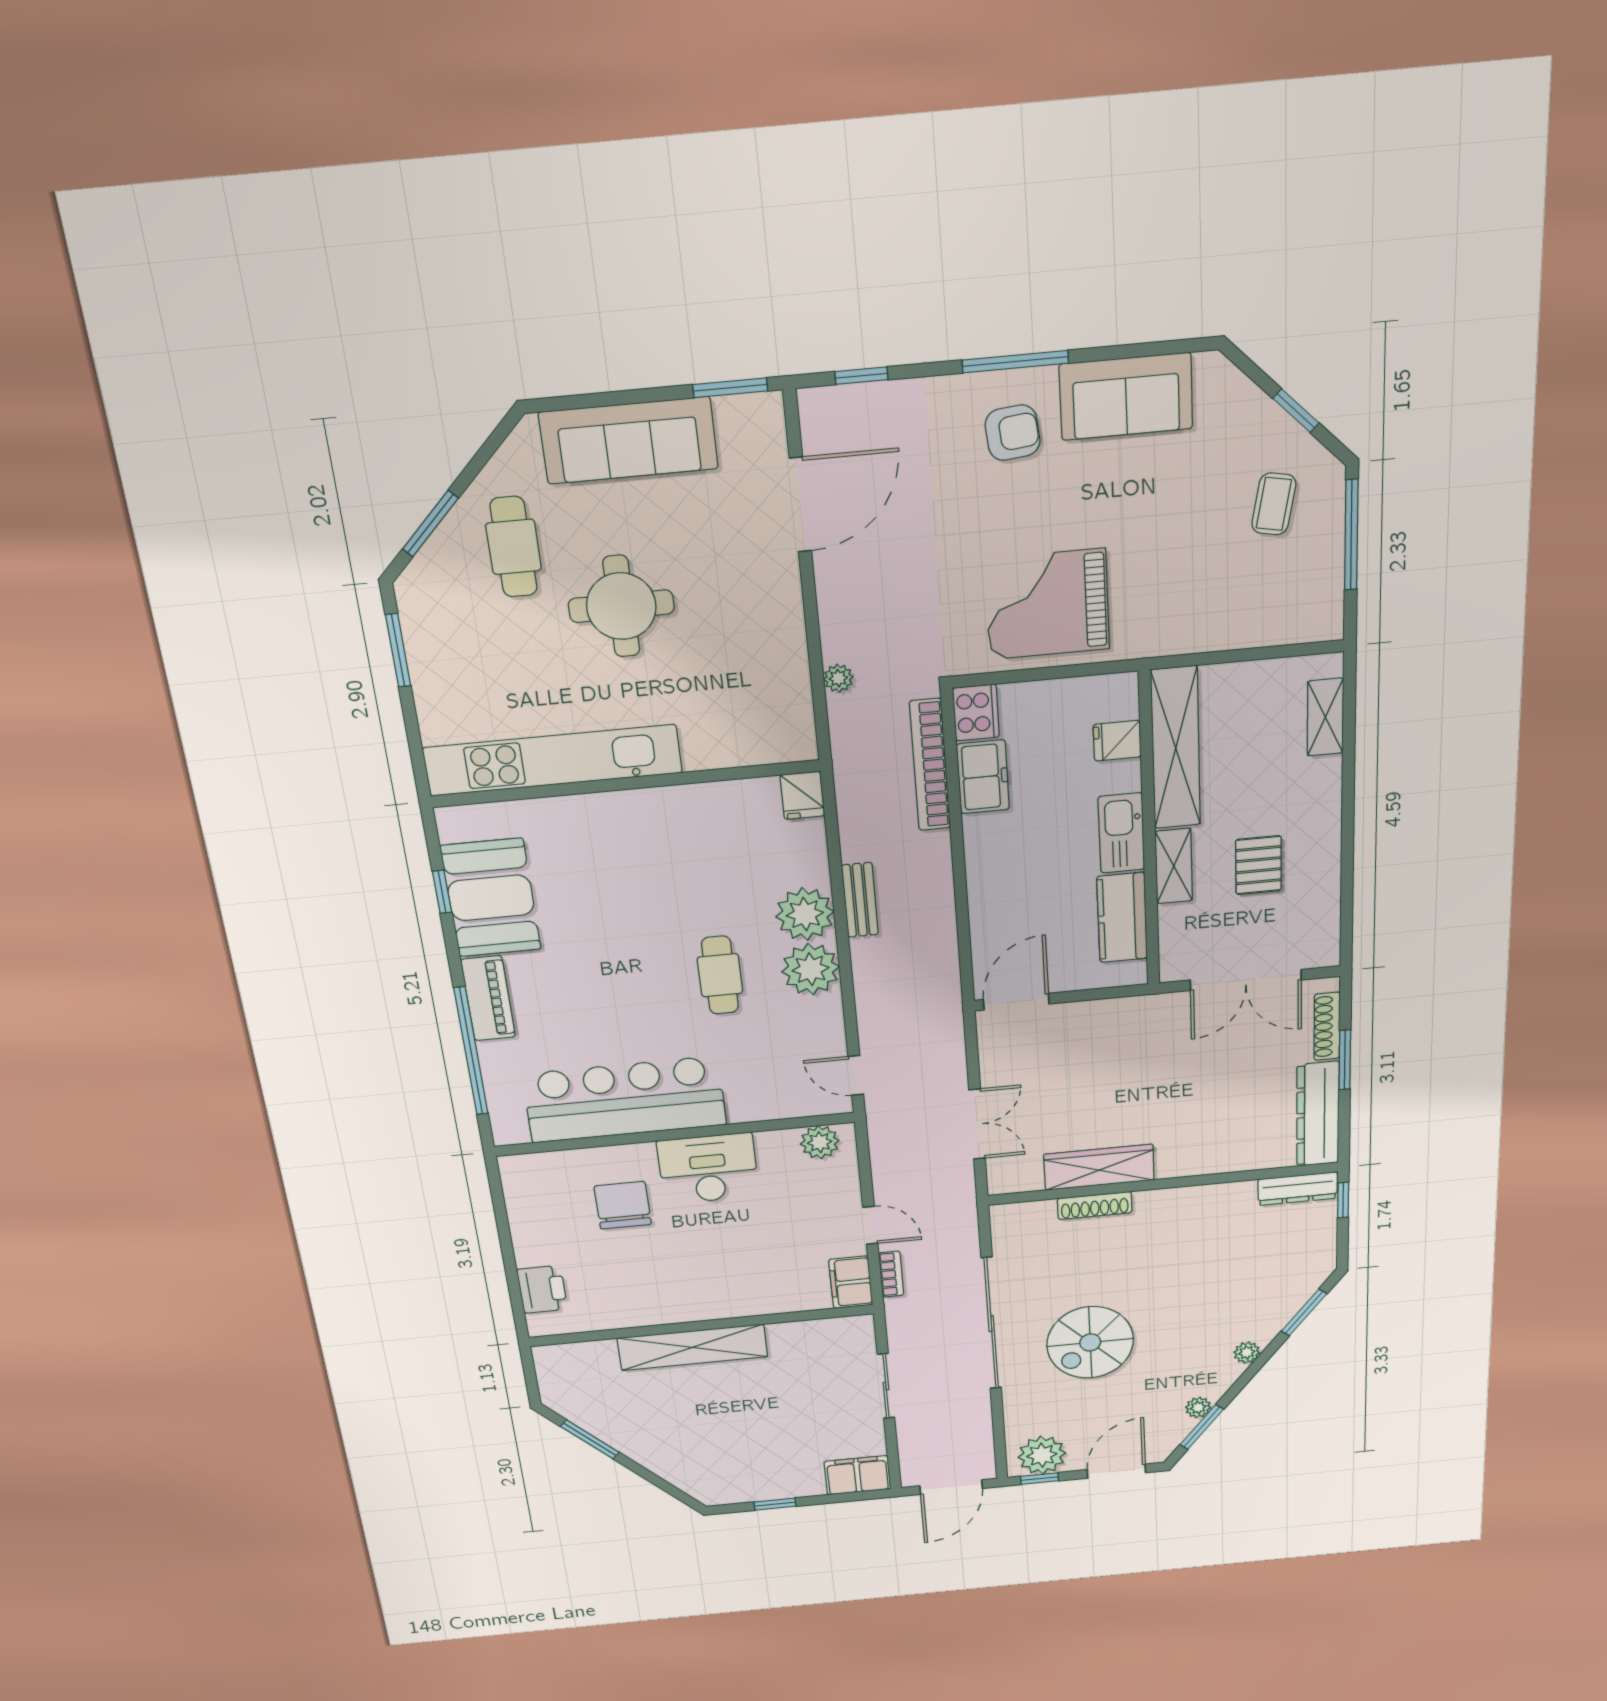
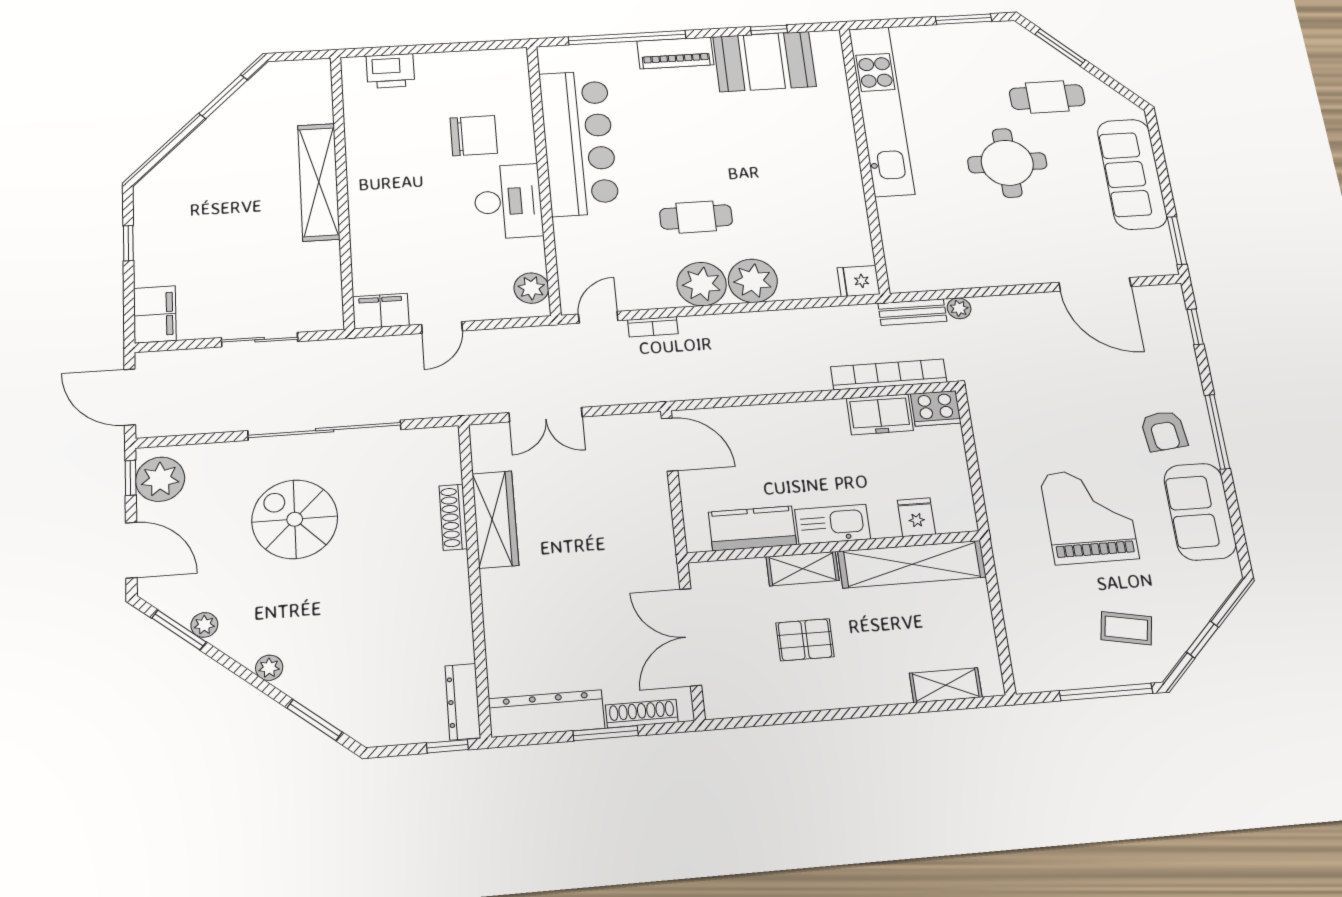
grand piano: (1047, 604) -> (1089, 516), moved
bench: (860, 900) -> (912, 312), moved
bookcase: (891, 1274) -> (653, 327), moved

